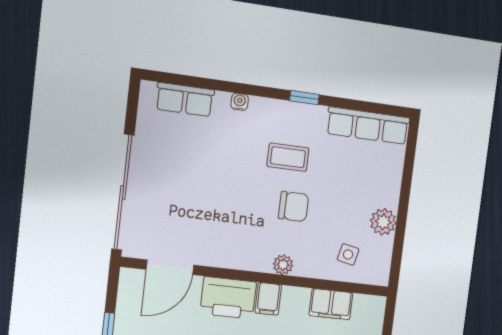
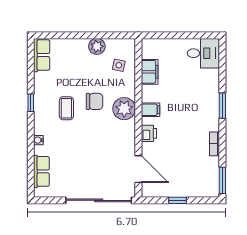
row of seats: (368, 126) -> (42, 55), width x0.68
chair: (294, 207) -> (95, 101), turned 90
plant: (283, 265) -> (124, 109), width x1.88, depth x1.88
printer: (228, 298) -> (149, 133), width x0.53, depth x0.68

